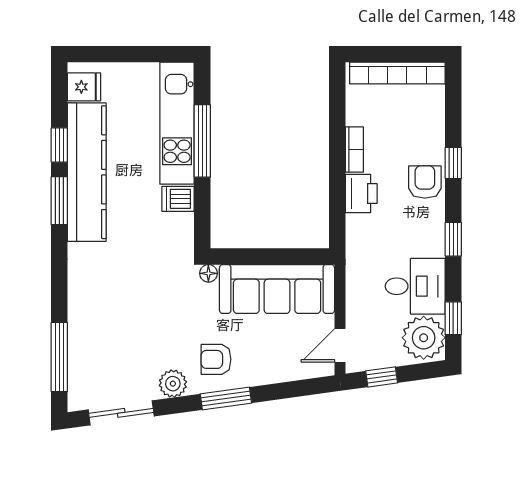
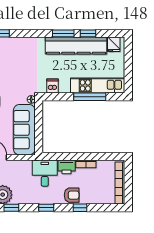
dishwasher: (178, 199) -> (52, 86), moved
desk: (415, 286) -> (45, 173), moved, turned 180

